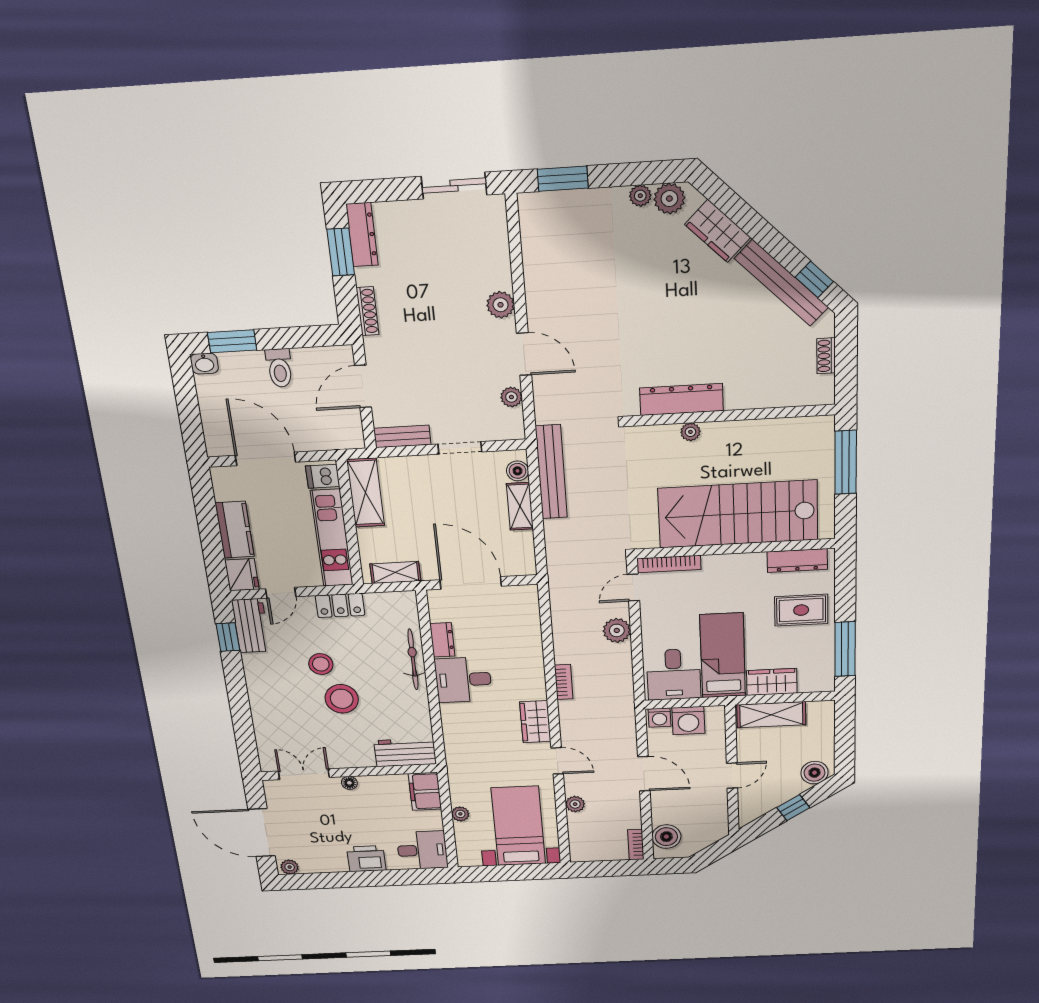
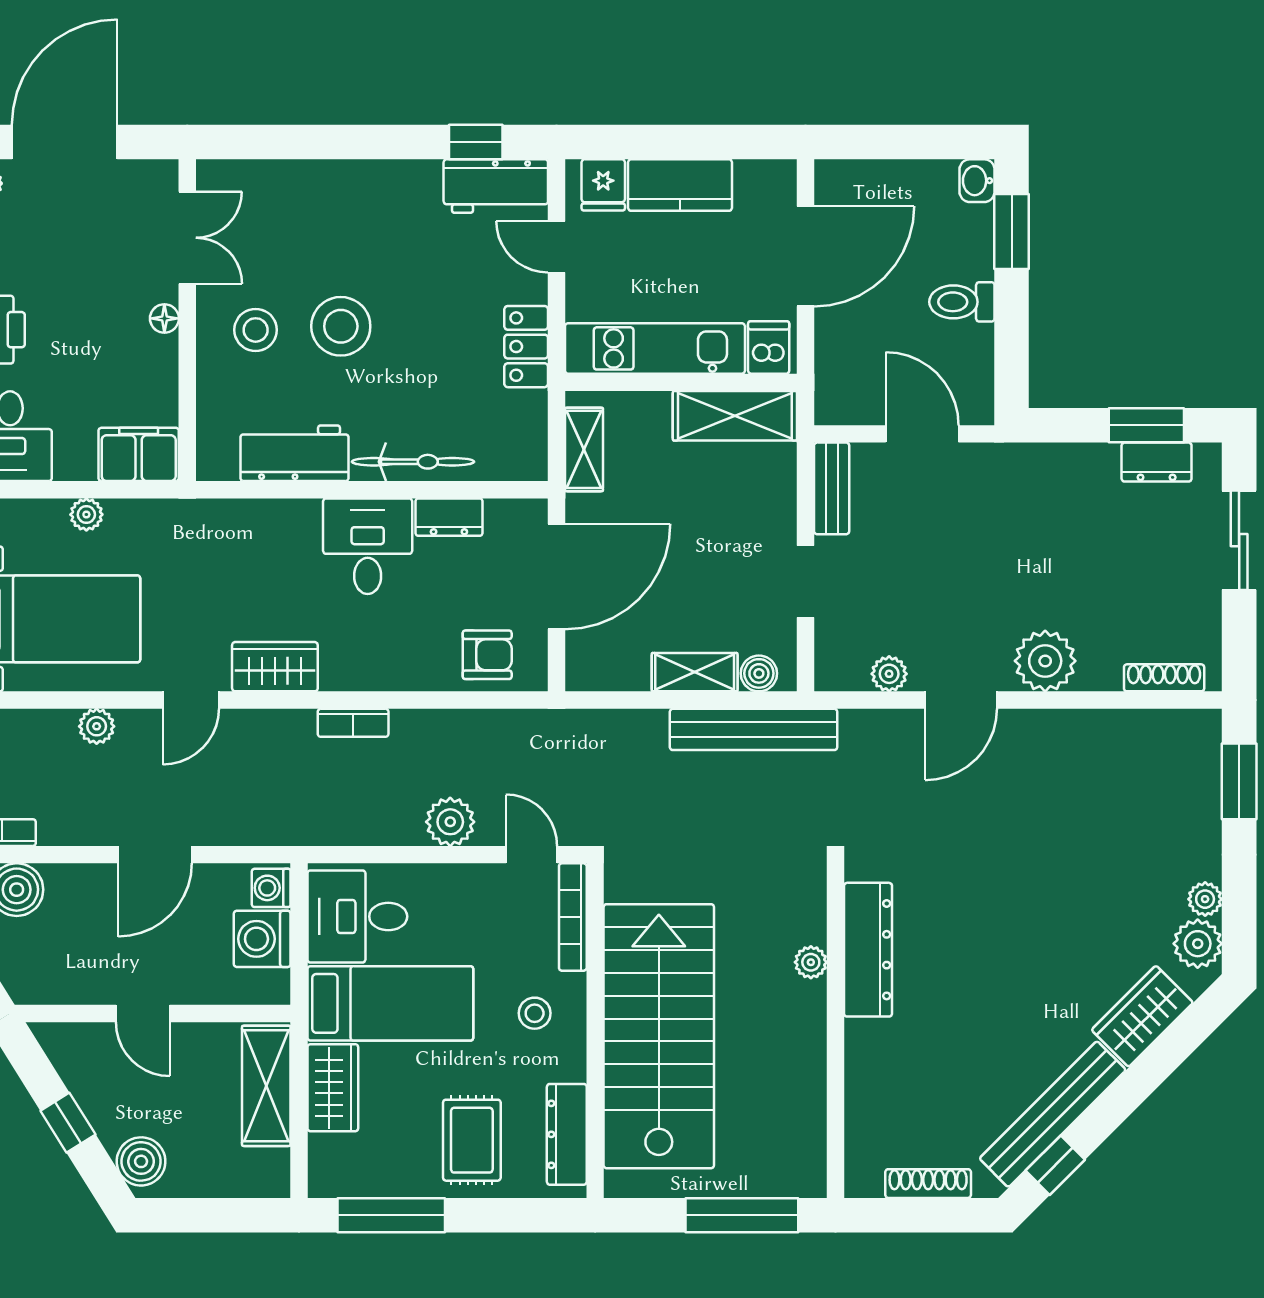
sliding door: (454, 186) -> (1239, 540), moved
dresser: (362, 235) -> (1157, 462), width x0.70
plant: (501, 305) -> (1045, 661), width x1.36, depth x1.36
shoe rack: (368, 311) -> (1164, 678), moved, turned 180
shoe rack: (826, 356) -> (928, 1184), width x1.43
fridge: (242, 575) -> (603, 185), width x0.72
stool: (726, 581) -> (535, 1013), added
armchair: (519, 616) -> (487, 655), added
stool: (321, 664) -> (256, 330), moved
workbench: (405, 752) -> (294, 453), moved, turned -90

